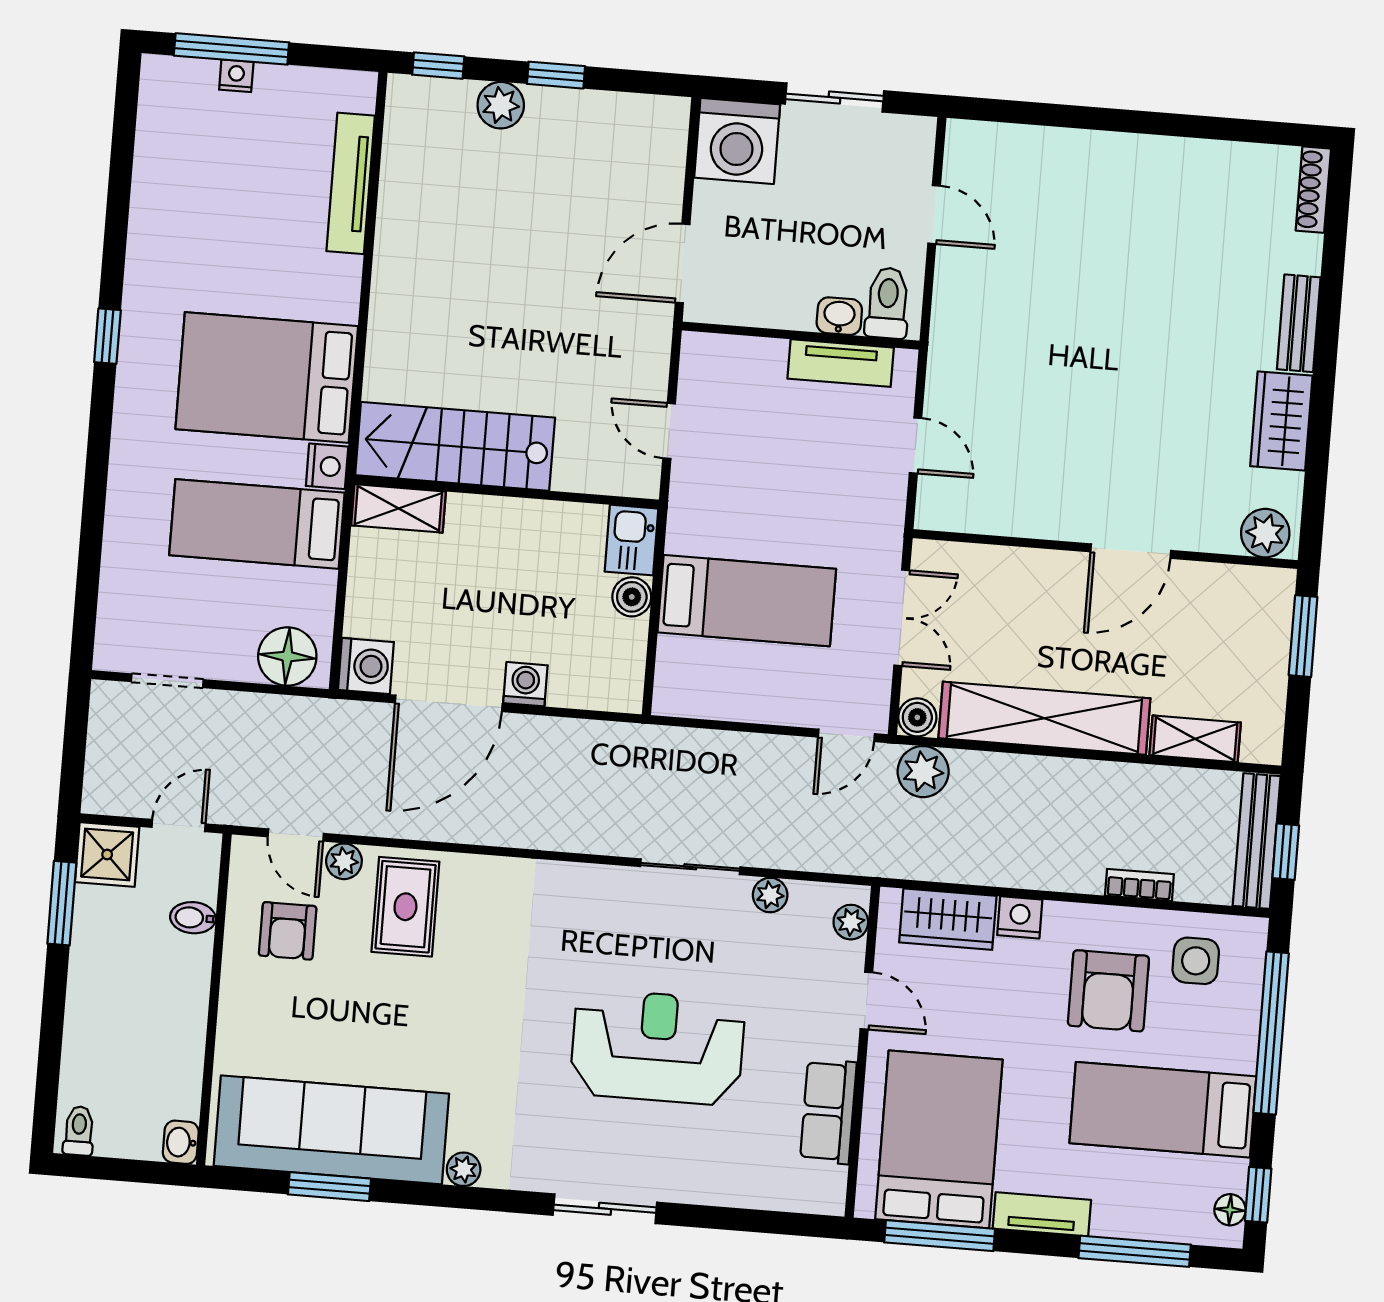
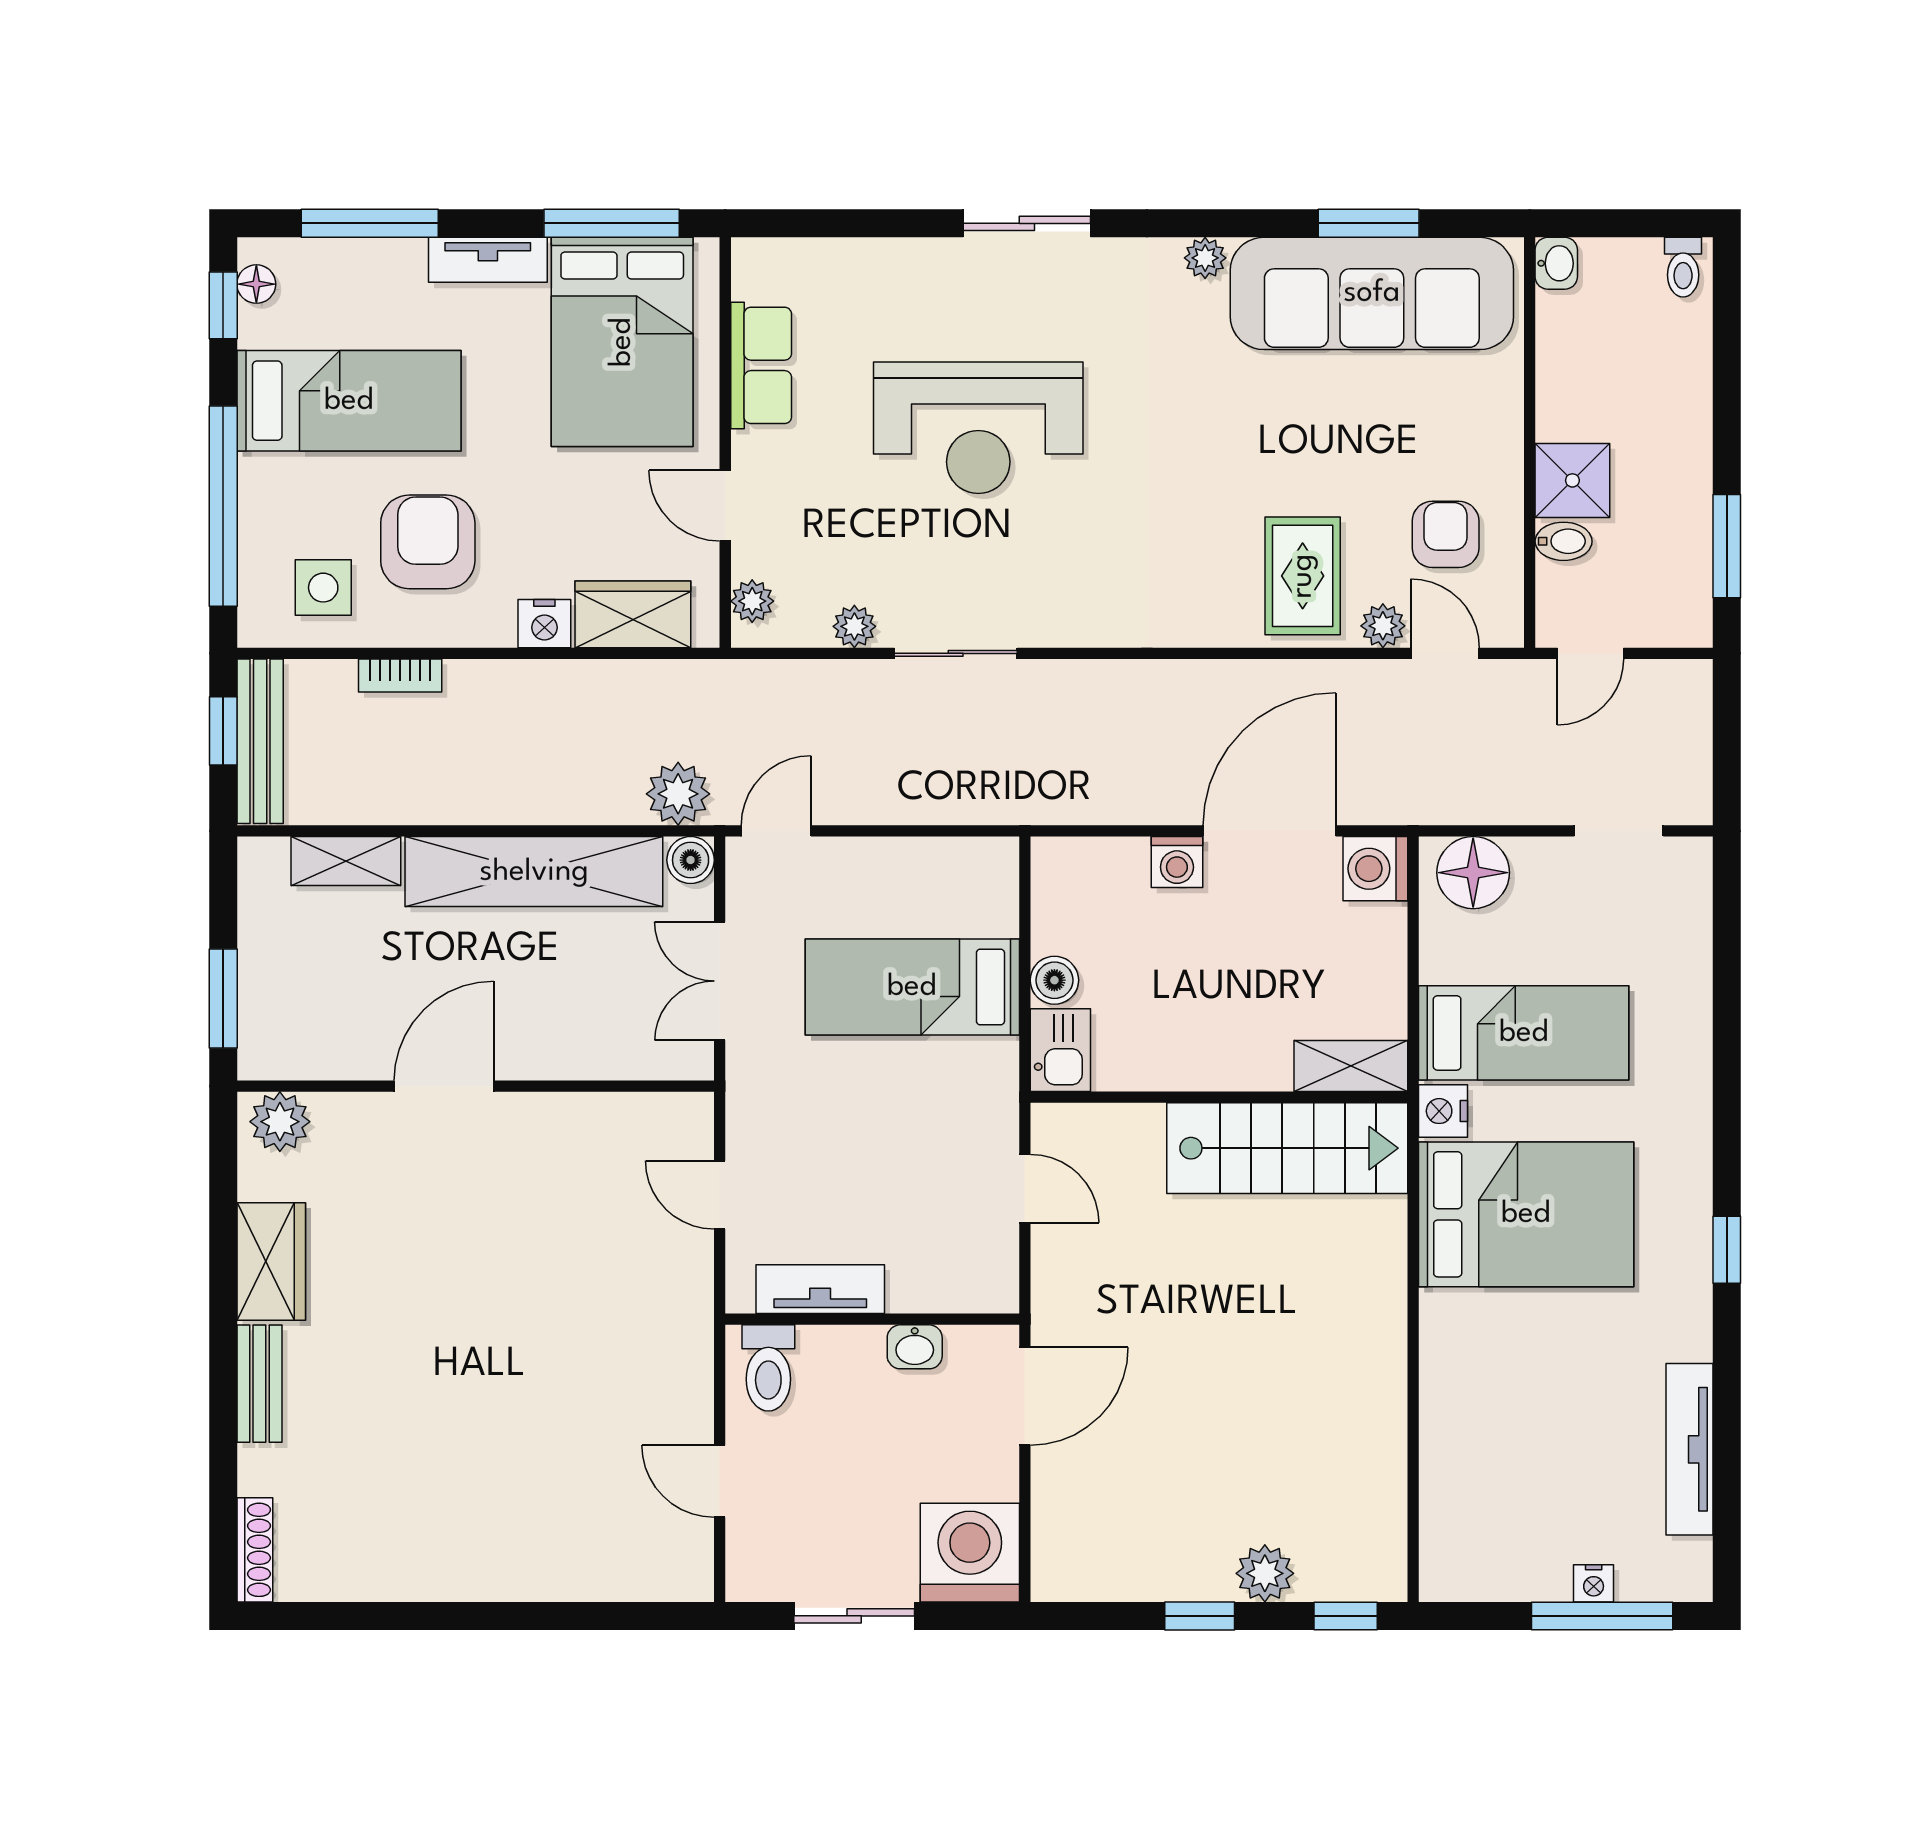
tv unit: (351, 183) -> (1690, 1449), moved, turned 180
washbasin: (839, 316) -> (915, 1347), moved
shower: (107, 854) -> (1572, 480), moved

